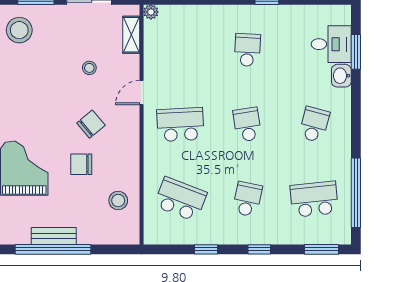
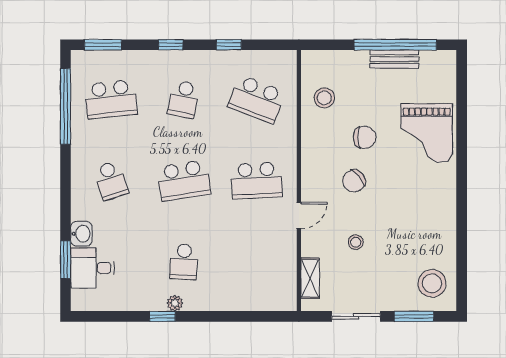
plant: (151, 12) -> (175, 303), moved
school desk: (247, 125) -> (184, 181), width x1.85
school desk: (314, 125) -> (111, 181), turned -33

